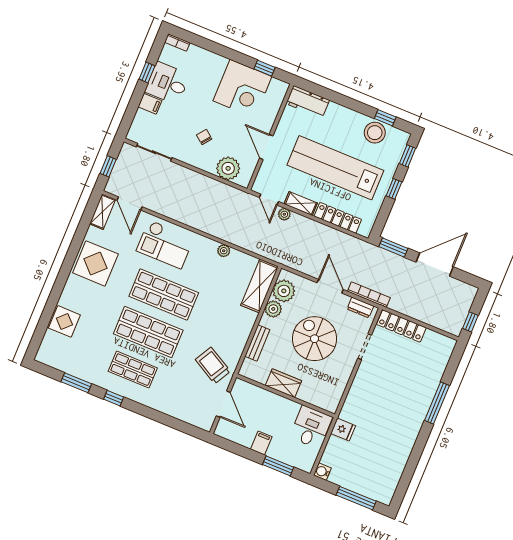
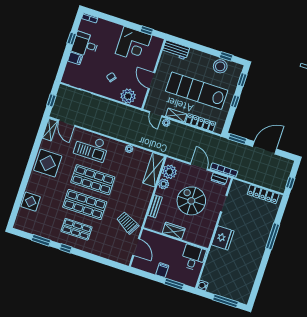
locker: (401, 326) -> (263, 194), moved
fridge: (343, 430) -> (223, 238), moved, width x1.88, depth x1.34

